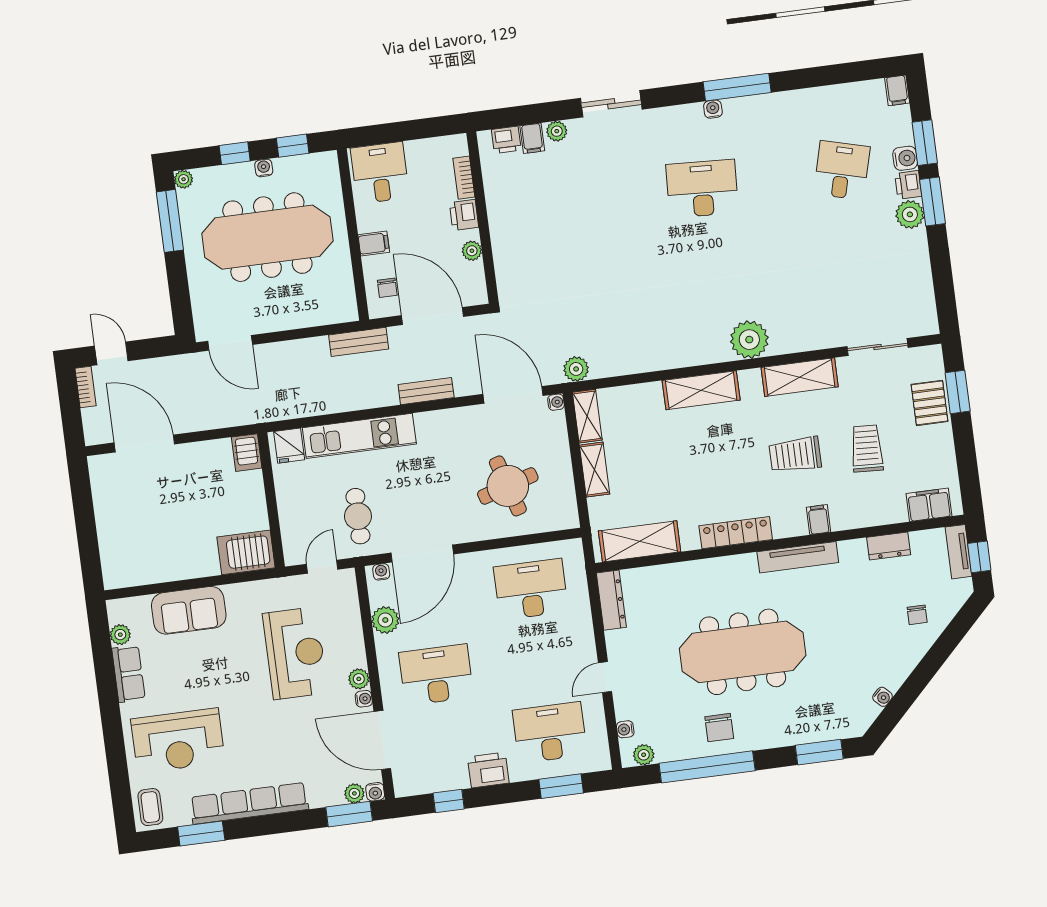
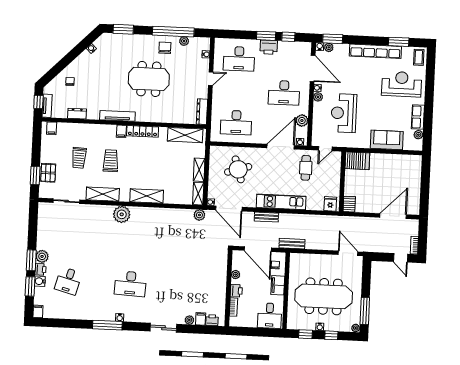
filing cabinet: (374, 244) -> (278, 285), width x2.00
kitchen unit: (359, 436) -> (281, 202), moved
door: (144, 443) -> (393, 216), swing flipped
trolley: (795, 455) -> (111, 161), turned -90
filing cabinet: (929, 505) -> (52, 128), width x0.50
filing cabinet: (818, 520) -> (121, 131), moved
meeting table: (743, 652) -> (149, 79), width x0.73
plant: (644, 755) -> (184, 41), moved
window: (561, 786) -> (266, 36), moved

